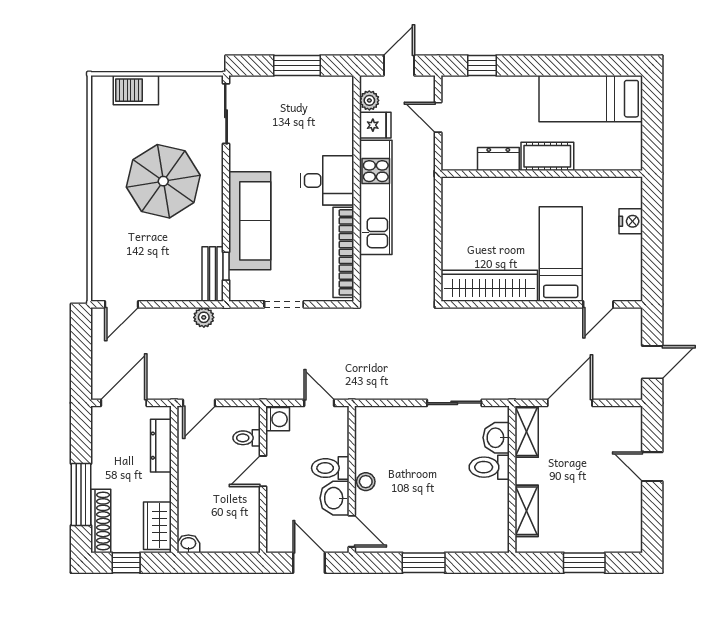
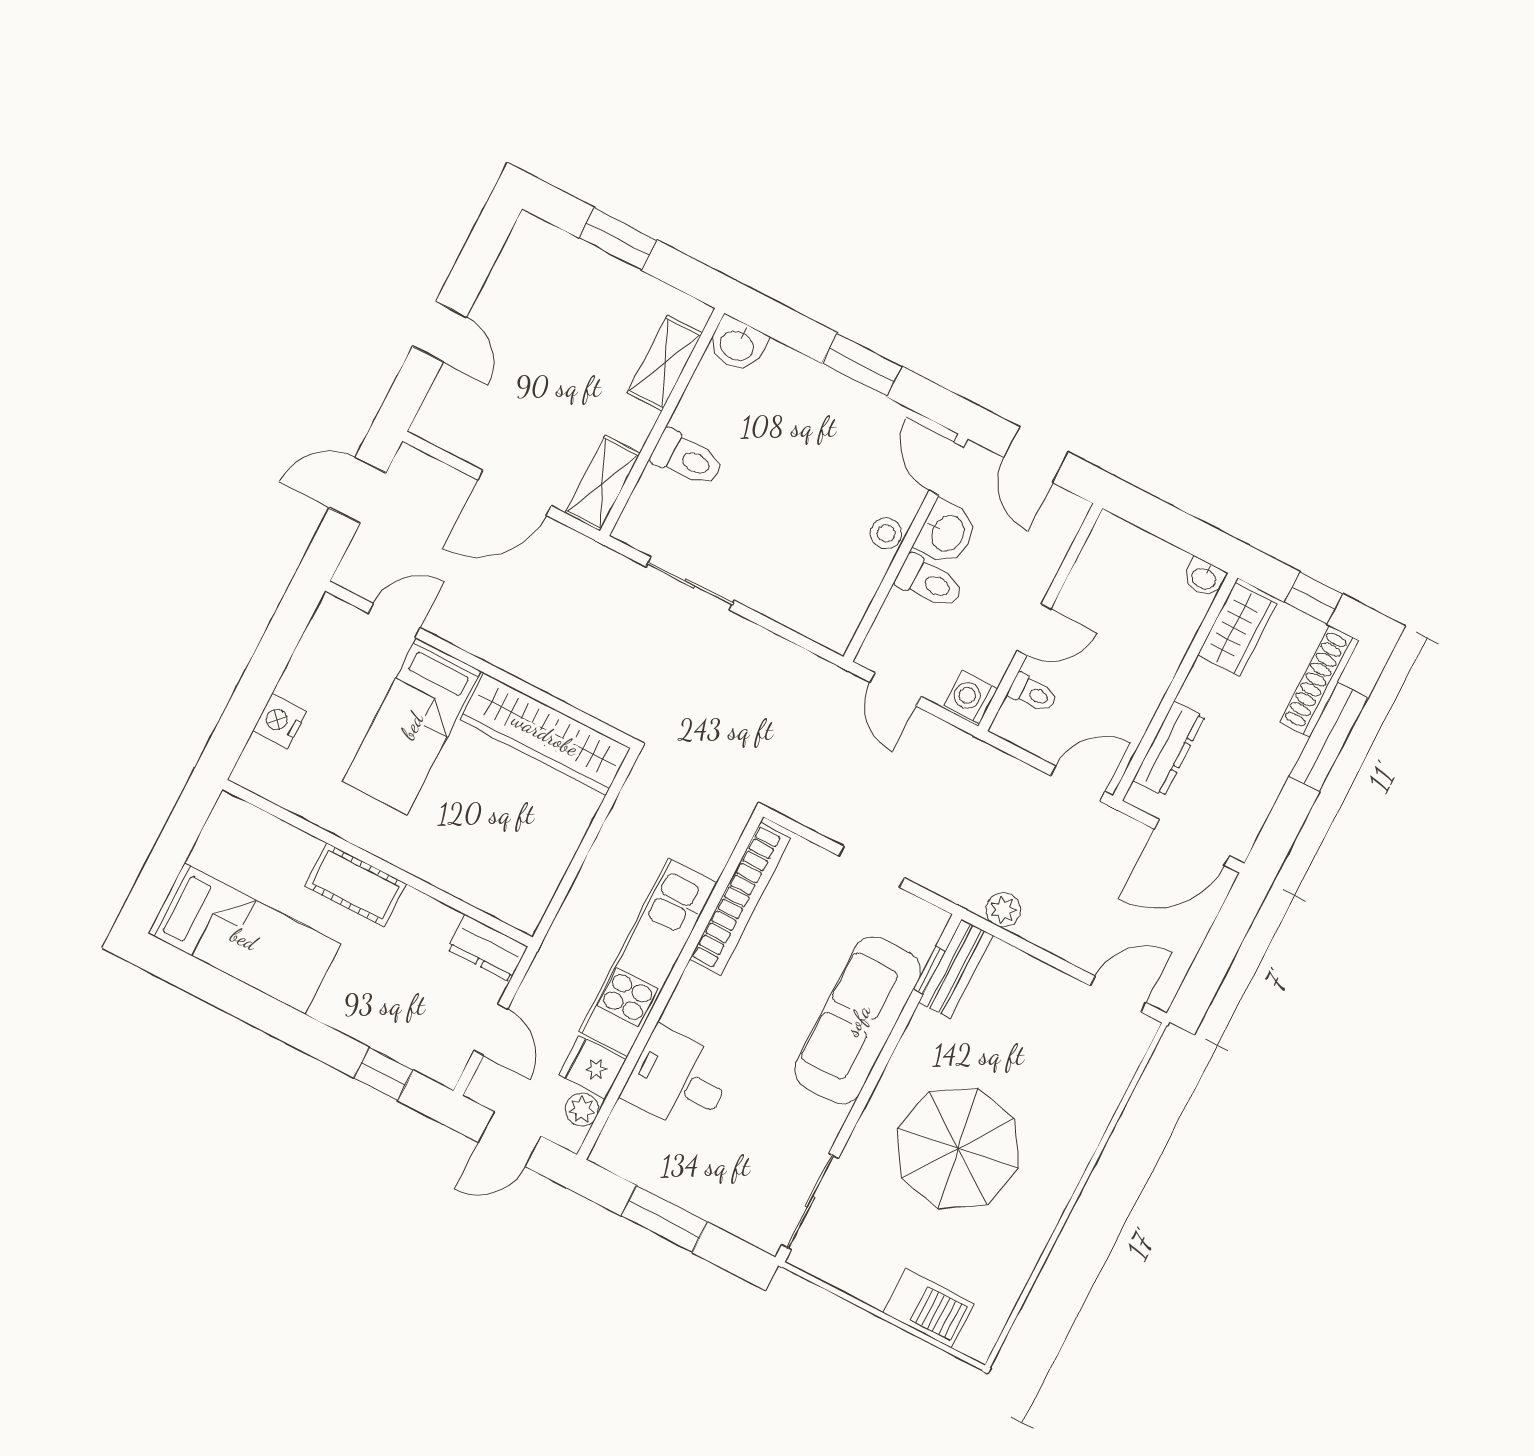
dresser: (498, 159) -> (487, 948), moved
desk: (327, 180) -> (678, 1080), moved
washbasin: (496, 438) -> (737, 344), moved, turned 90

